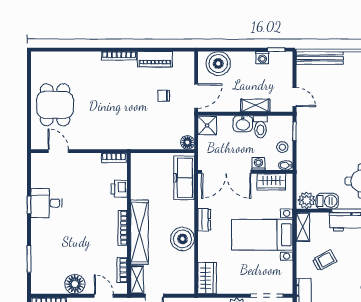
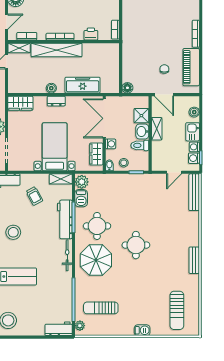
washing machine: (277, 58) -> (194, 158), added
piano: (155, 59) -> (191, 67), width x1.37, depth x1.33
kitchen sink: (243, 60) -> (193, 132), added
boiler: (218, 63) -> (194, 112), width x0.54, depth x0.54
door: (295, 97) -> (174, 172), moved
shelving: (255, 105) -> (157, 129), moved
shower: (207, 125) -> (141, 116), moved
freezer: (184, 178) -> (83, 85), moved
dresser: (204, 220) -> (56, 101), moved
boiler: (182, 239) -> (51, 88), width x0.54, depth x0.54

